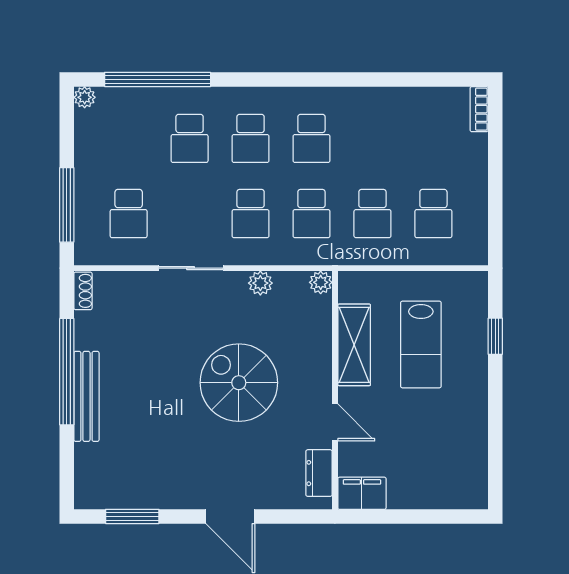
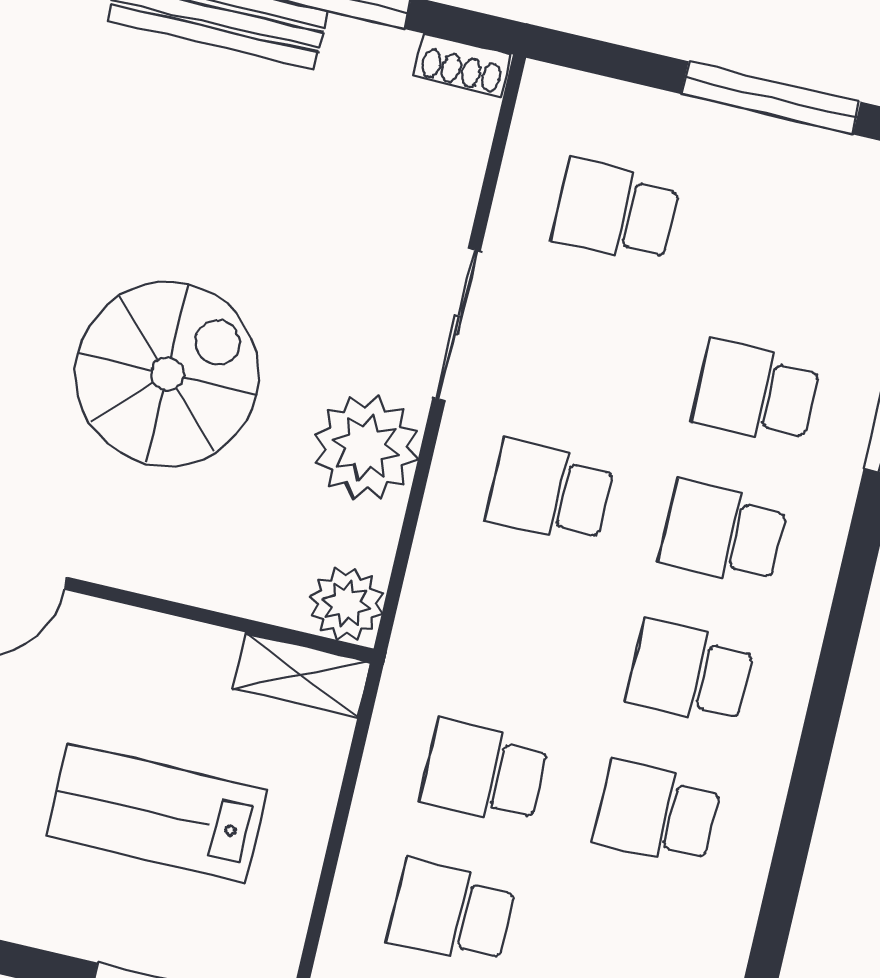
window: (67, 205) -> (771, 98), moved
school desk: (311, 214) -> (657, 813), moved
plant: (321, 282) -> (346, 604), width x1.38, depth x1.38
plant: (260, 283) -> (366, 447), width x1.87, depth x1.87
shelving: (354, 345) -> (301, 675), moved, width x0.67, depth x0.75

